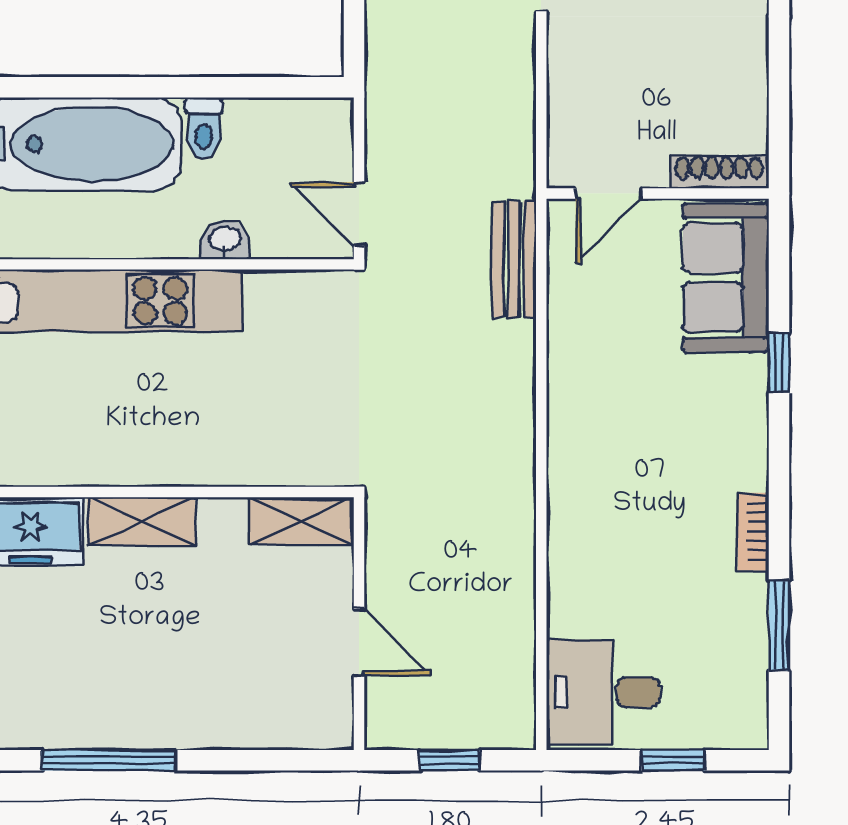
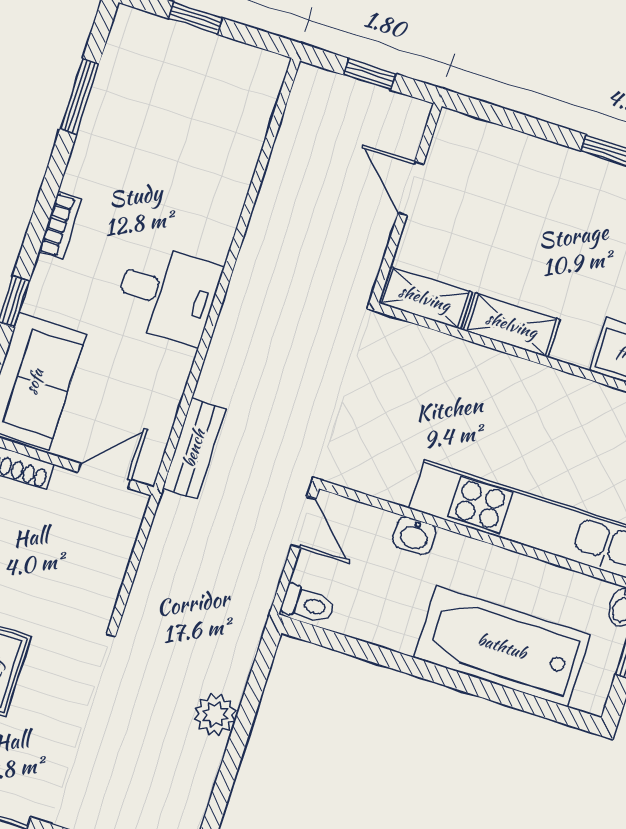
toilet: (204, 128) -> (308, 604), moved, turned 90
shelving: (141, 521) -> (512, 325), moved
bookcase: (753, 532) -> (60, 226), moved
desk: (603, 692) -> (167, 294), moved

